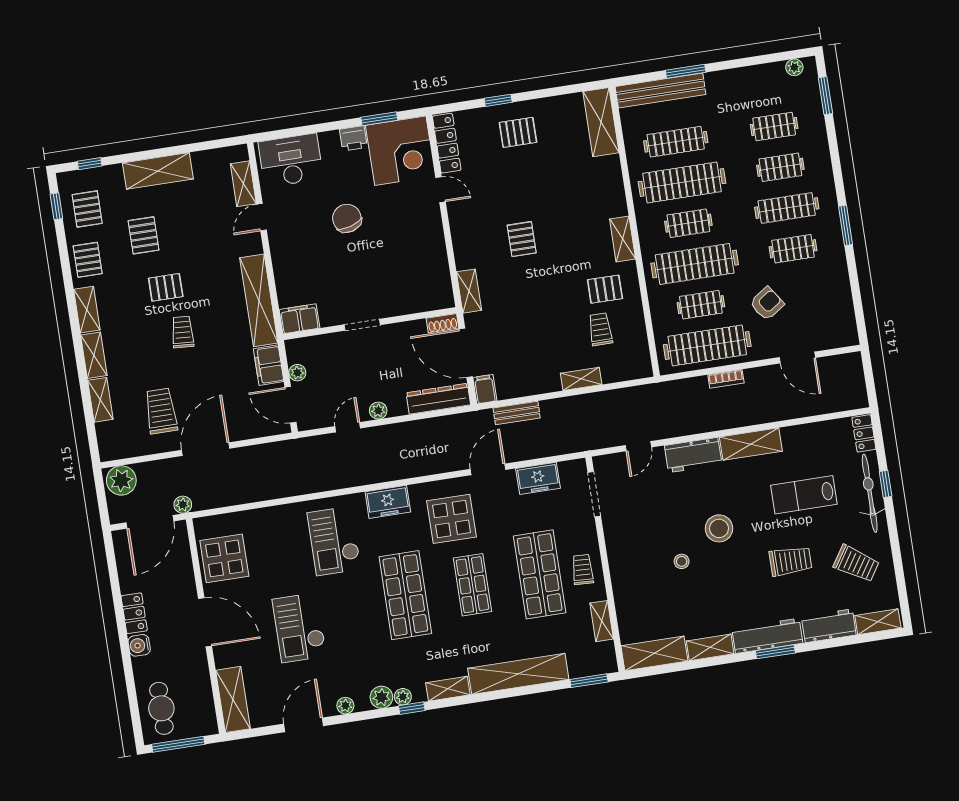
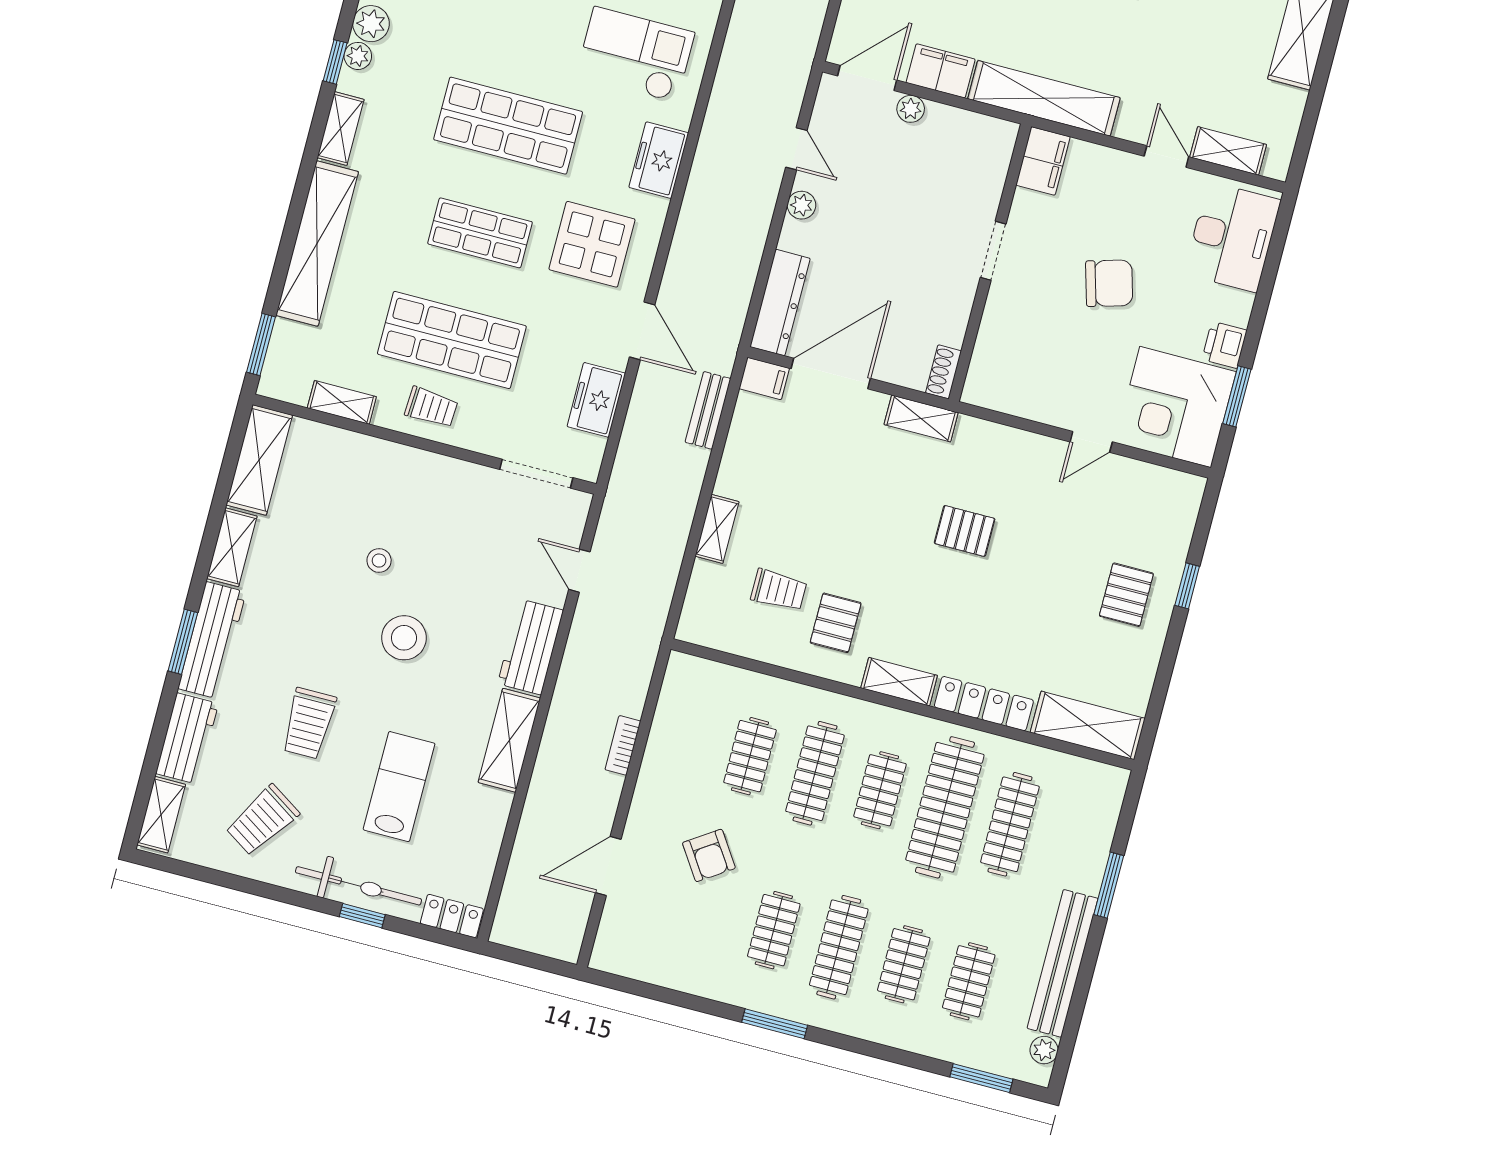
bench: (661, 91) -> (1063, 963), moved
locker: (447, 143) -> (984, 704), moved, turned 180
clothes rail: (695, 264) -> (815, 773), width x0.73, depth x0.76
filing cabinet: (299, 319) -> (1043, 161), moved
shoe rack: (442, 323) -> (943, 372), moved
wall: (370, 324) -> (990, 263), moved
doorway: (362, 325) -> (993, 251), moved
clothes rail: (707, 345) -> (685, 739), removed

